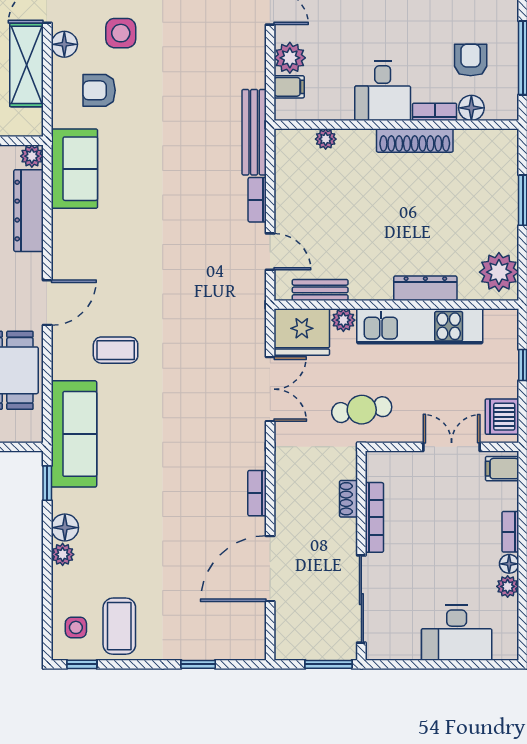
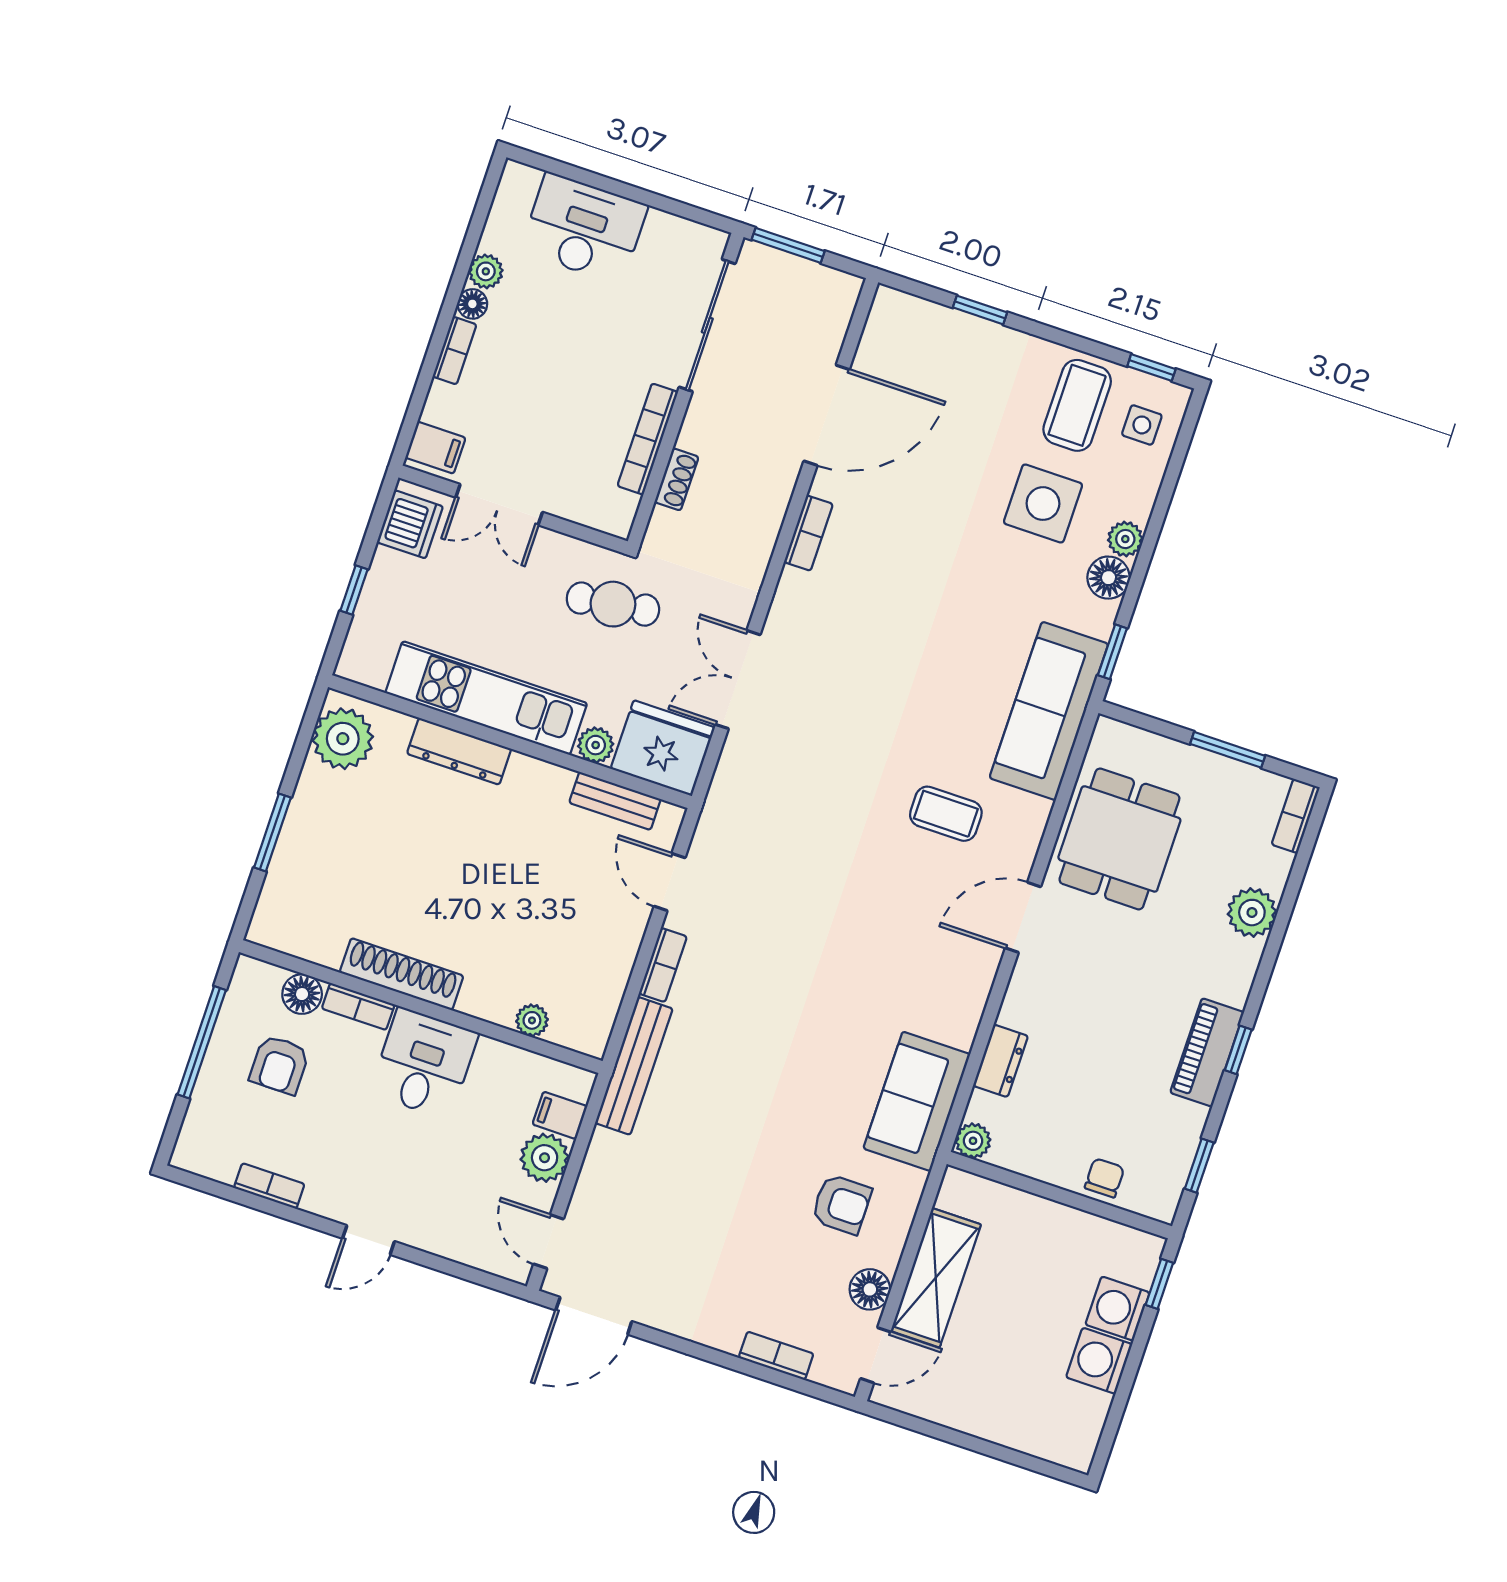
side table: (121, 33) -> (1043, 504), moved, width x1.37, depth x1.37
dresser: (29, 211) -> (1001, 1061), width x0.51, depth x0.80

